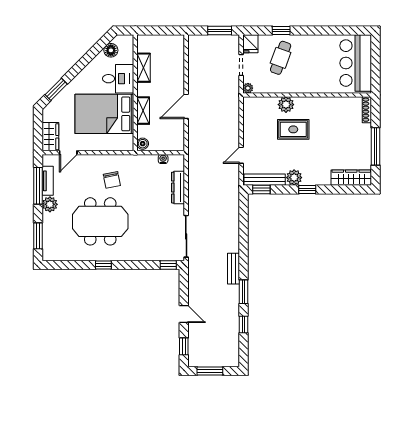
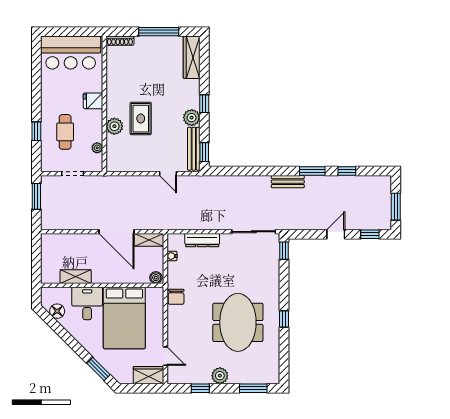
fridge: (250, 44) -> (93, 101), moved, turned 180
cafe table: (281, 58) -> (65, 132), turned 70
plant: (248, 88) -> (97, 148), moved
door: (186, 106) -> (117, 232), width x1.36
shelving: (143, 111) -> (149, 240), moved
chair: (112, 180) -> (176, 297), moved, turned 101
tv unit: (48, 181) -> (195, 378), removed
window: (38, 186) -> (200, 388), width x0.46

